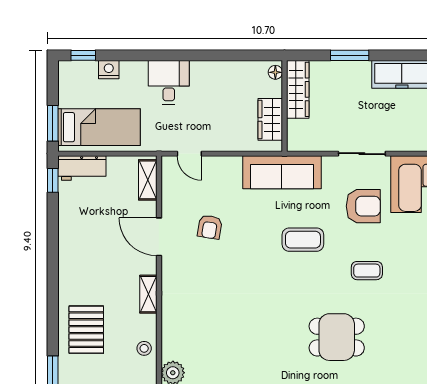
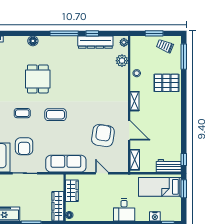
door: (189, 154) -> (102, 173), moved
armchair: (363, 206) -> (24, 146), turned -90
armchair: (210, 227) -> (103, 136), width x1.88, depth x1.88
coffee table: (303, 240) -> (55, 115), moved
pallet: (86, 330) -> (166, 83), turned 90
dining table: (337, 337) -> (38, 79), turned 90

